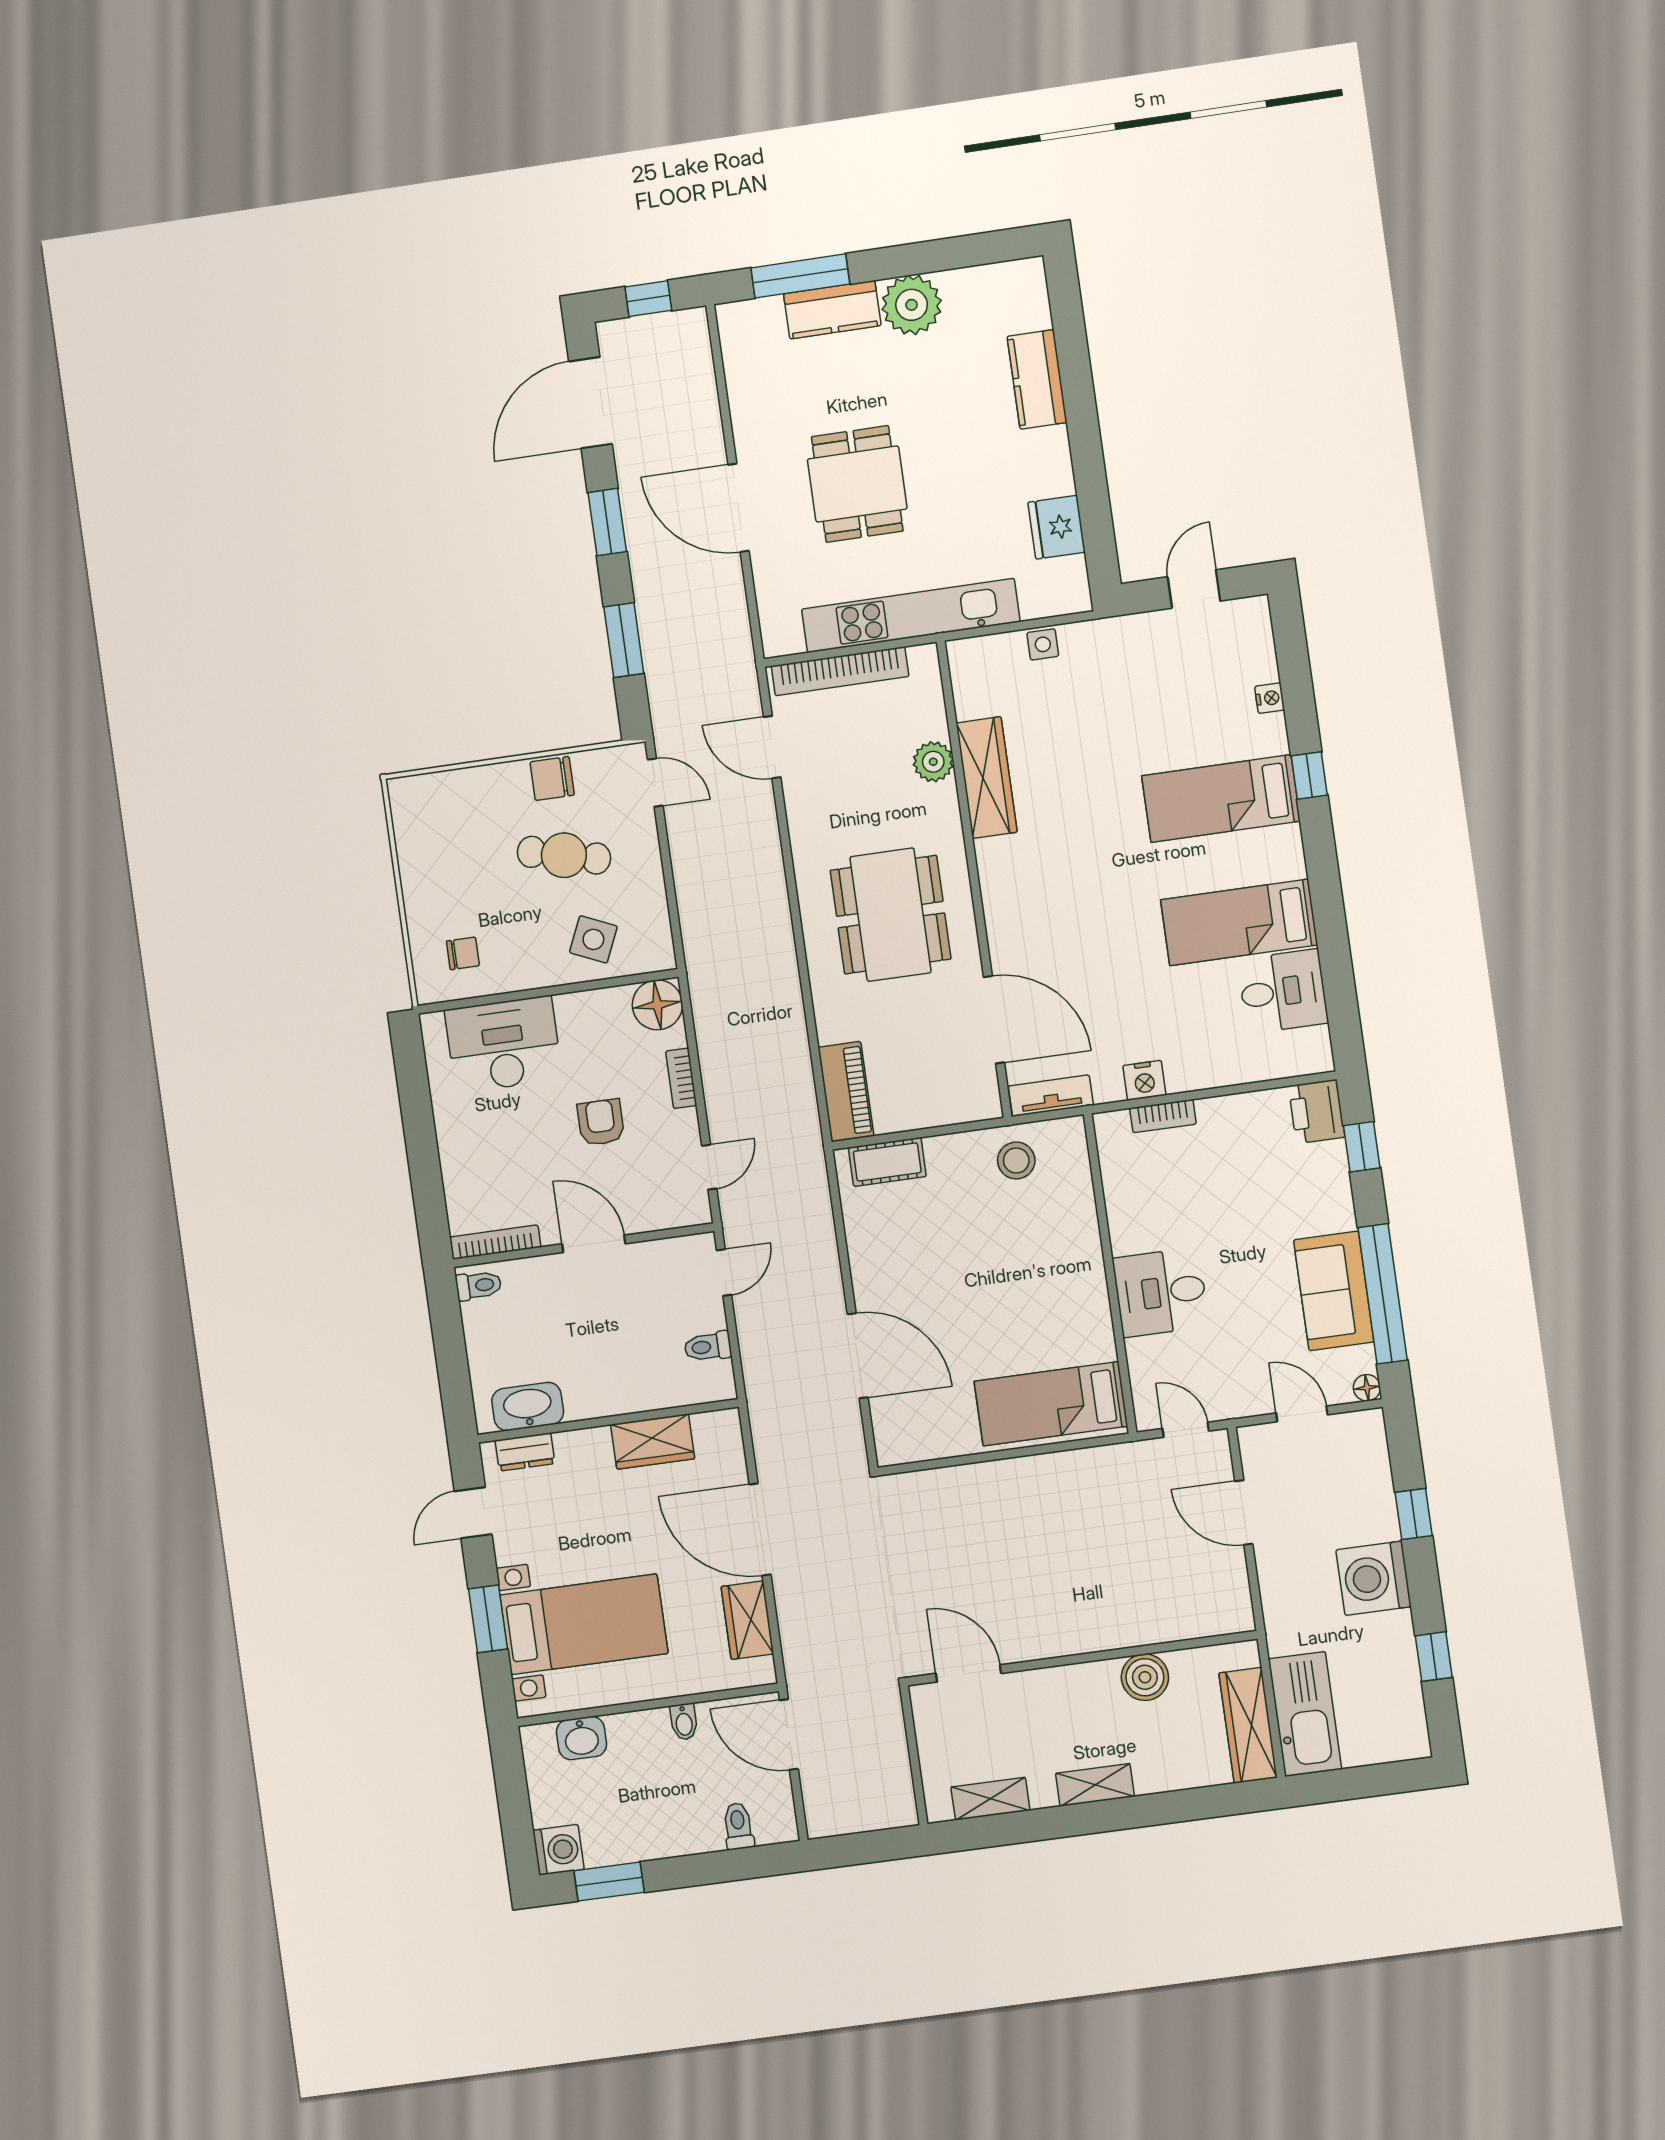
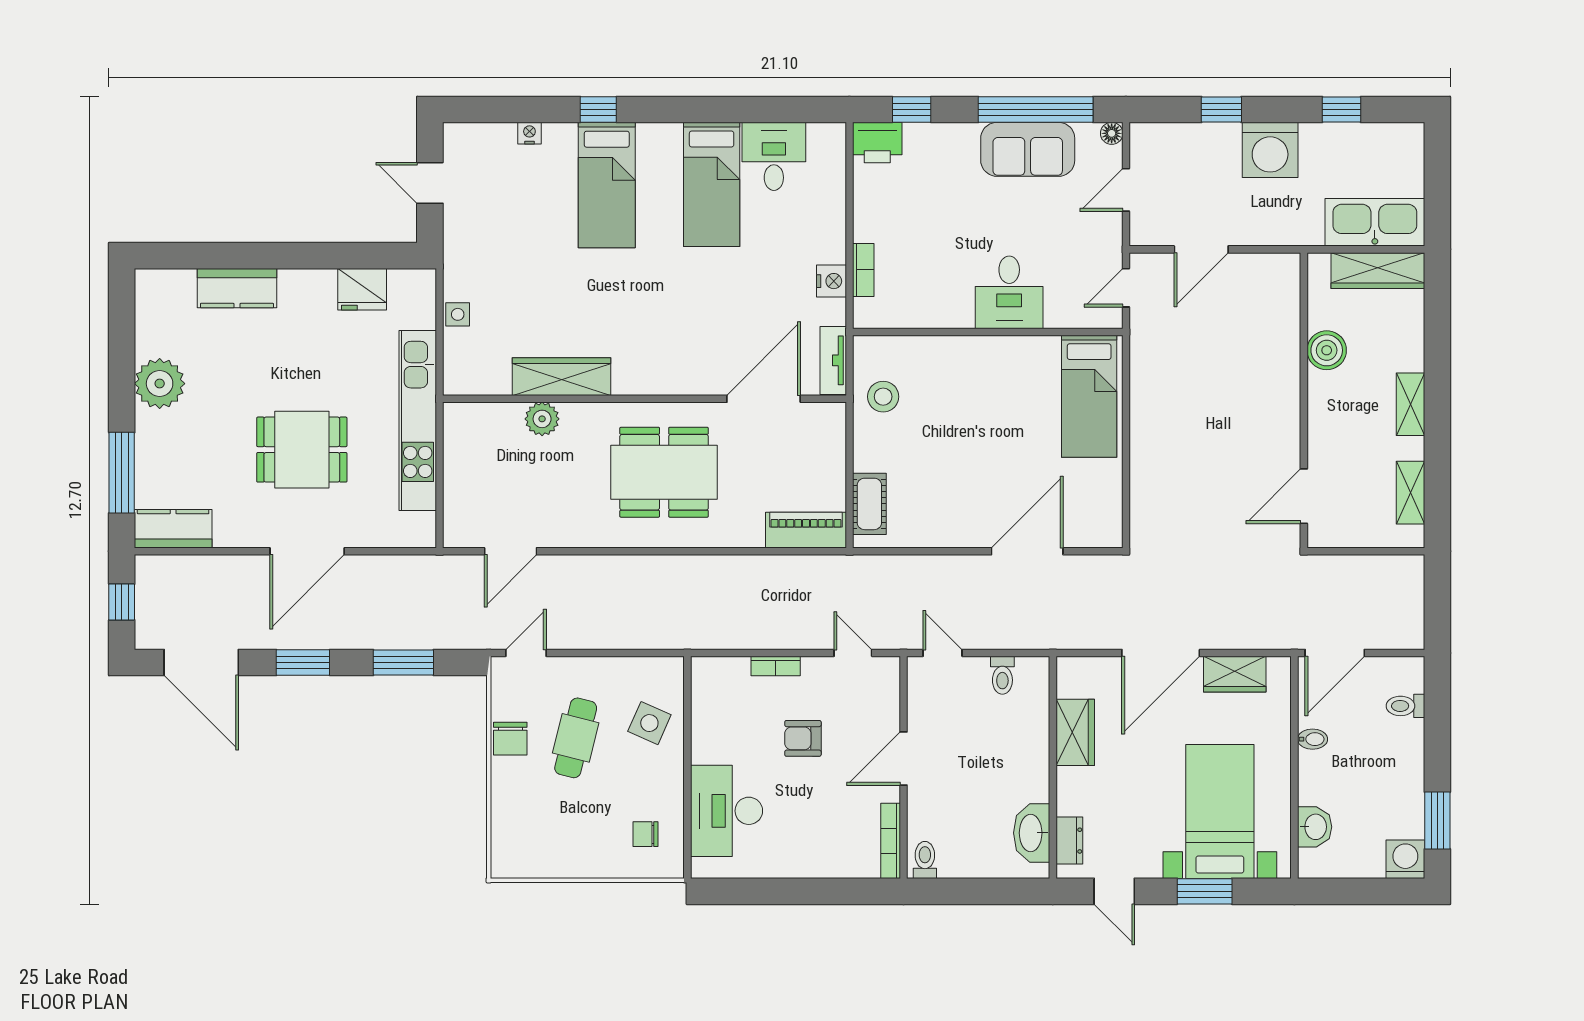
kitchen counter: (832, 310) -> (173, 529), moved, turned -90
bookcase: (840, 671) -> (456, 486), removed
chair: (463, 953) -> (646, 834), turned -90
floor lamp: (657, 1005) -> (712, 677), removed

